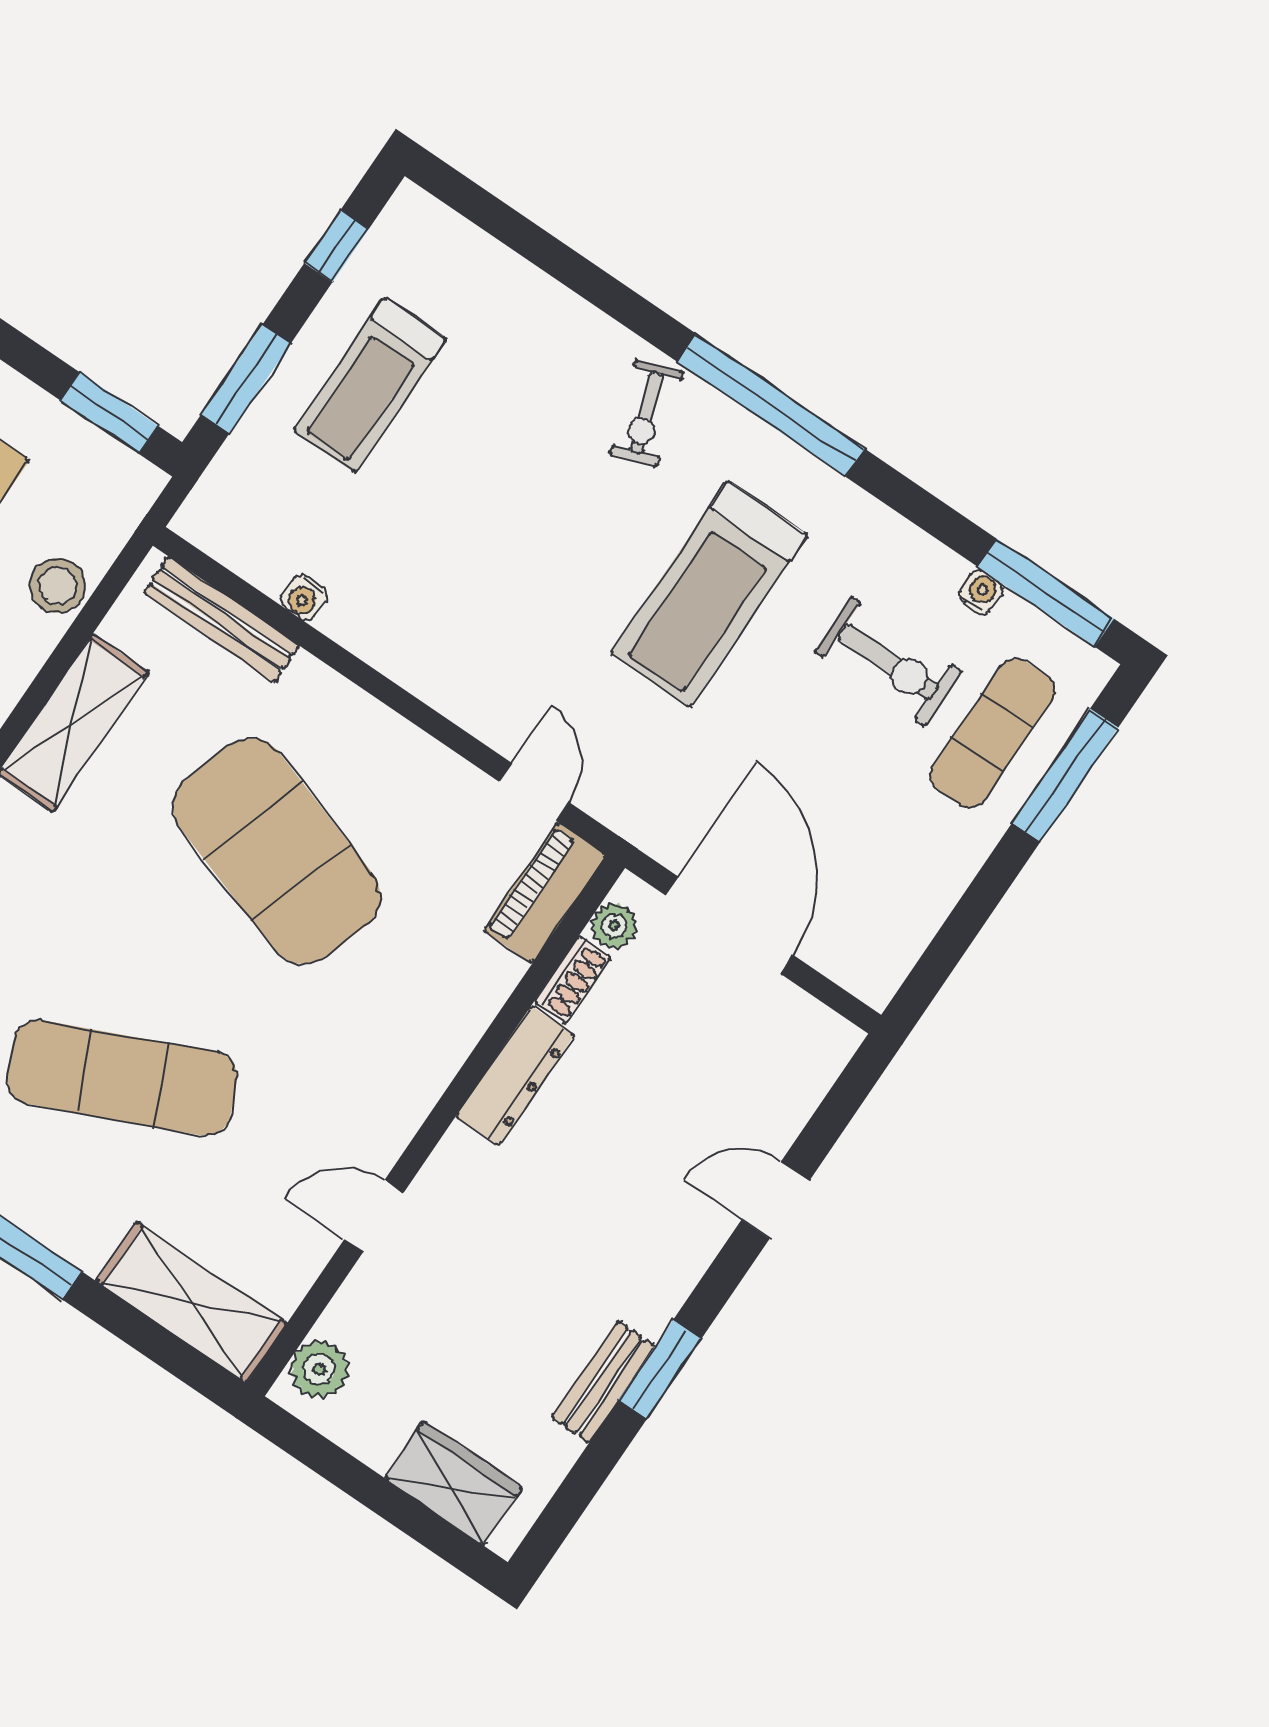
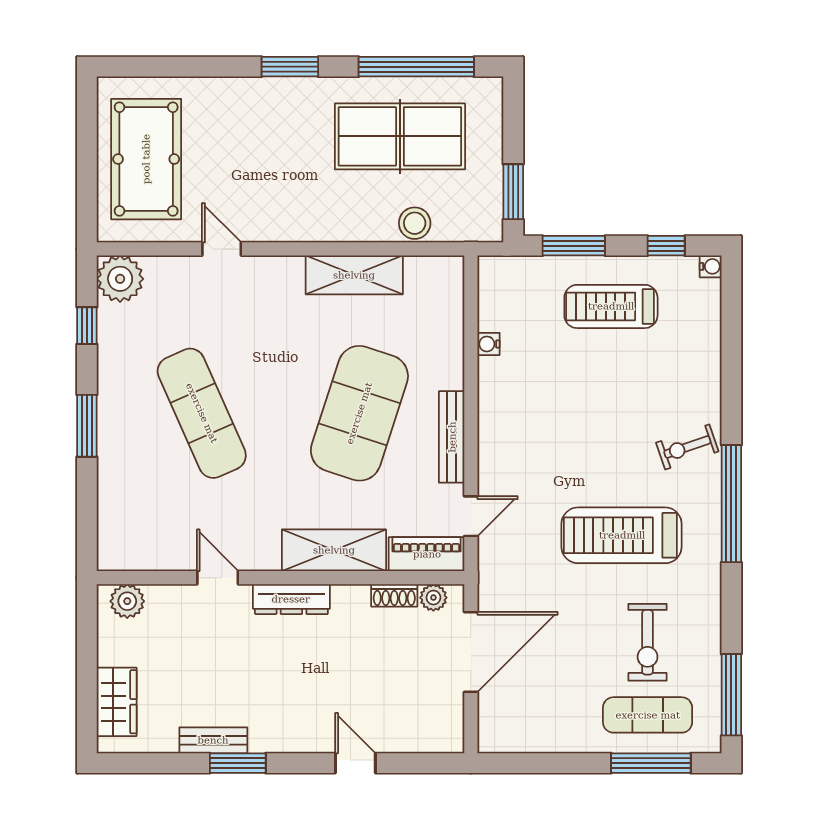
water cooler: (981, 592) -> (711, 266), moved
bench: (221, 619) -> (452, 437), moved
dresser: (515, 1076) -> (291, 599), moved
shelving: (191, 1302) -> (334, 550), moved, turned 90

